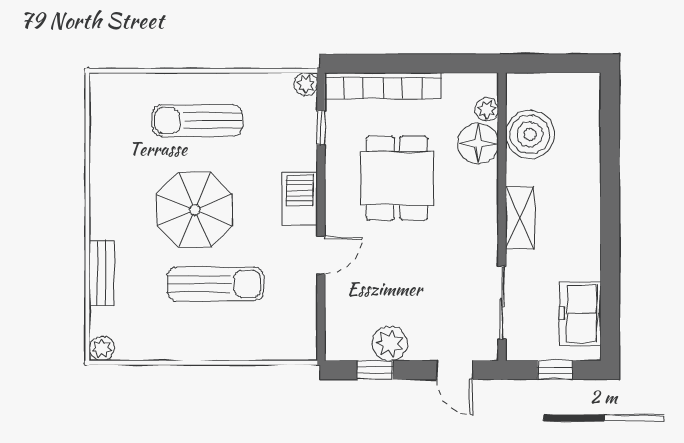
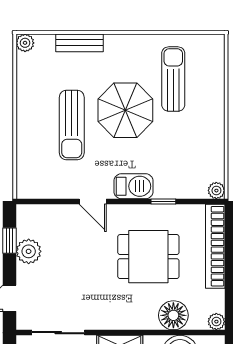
plant: (487, 109) -> (216, 322), moved
sun lounger: (197, 121) -> (173, 79), moved
window: (321, 127) -> (163, 202), moved

